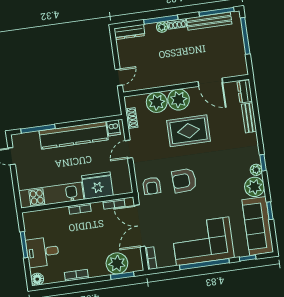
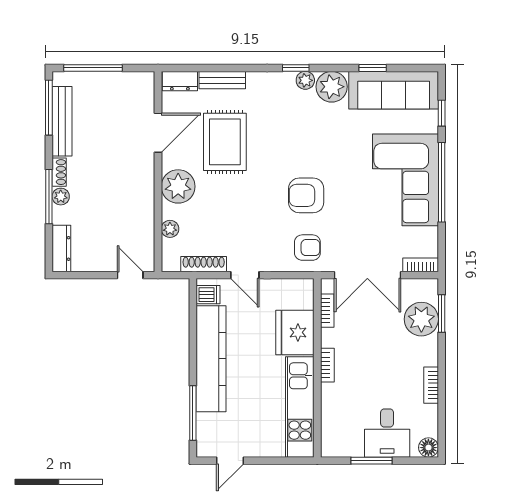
plant: (157, 102) -> (170, 229), width x0.53, depth x0.53
shoe rack: (132, 118) -> (204, 264), width x1.43
rug: (189, 131) -> (225, 142), moved
armchair: (184, 180) -> (306, 195), turned 93

